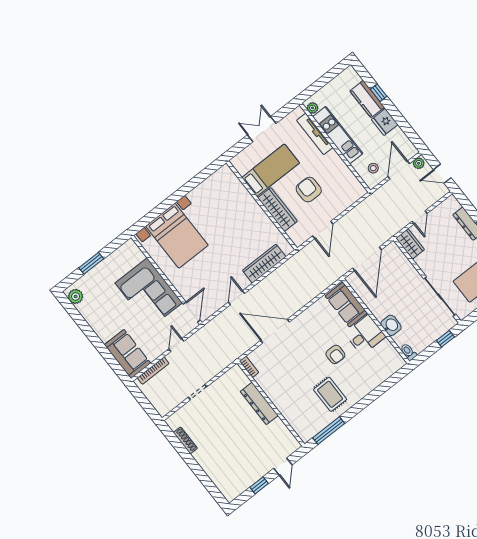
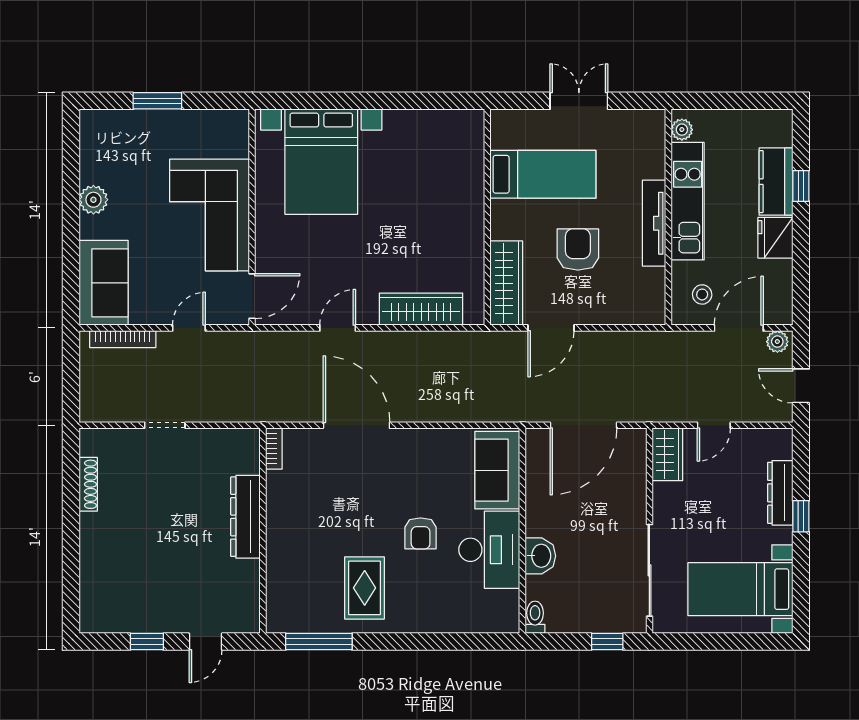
tv unit: (315, 134) -> (654, 223), moved
wardrobe: (277, 209) -> (506, 283), moved
plant: (76, 296) -> (93, 200), moved
desk: (365, 335) -> (489, 550), width x1.37

